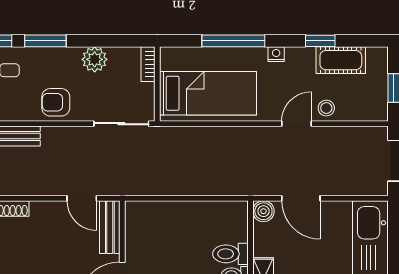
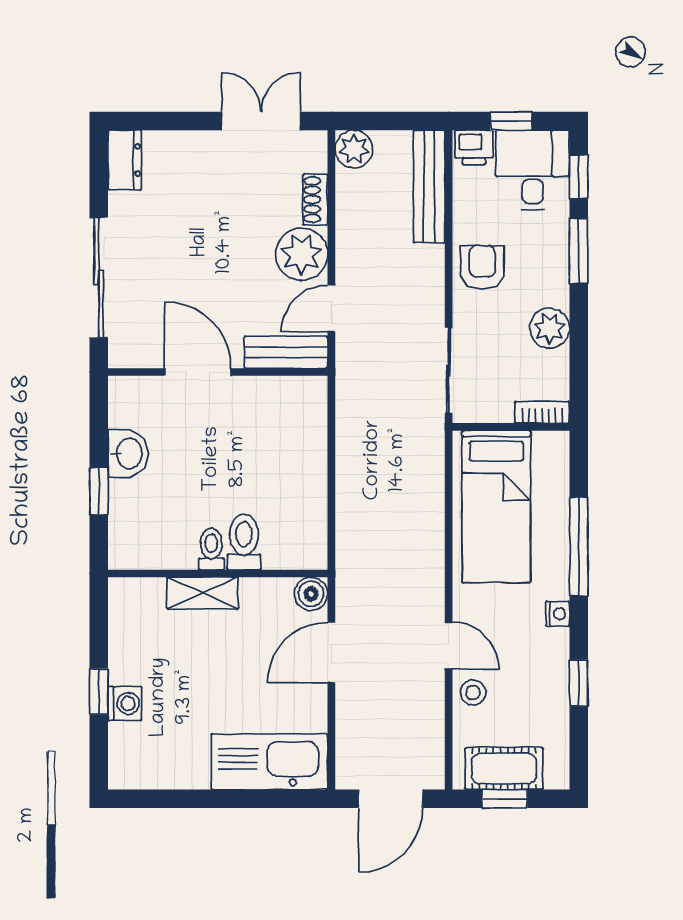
cot: (341, 60) -> (504, 769), moved, turned 90
plant: (47, 217) -> (302, 254), added

